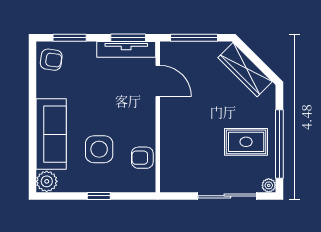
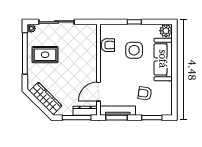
dresser: (180, 49) -> (85, 111), added
armchair: (51, 60) -> (145, 93), moved
door: (158, 81) -> (99, 92), hinge flipped

